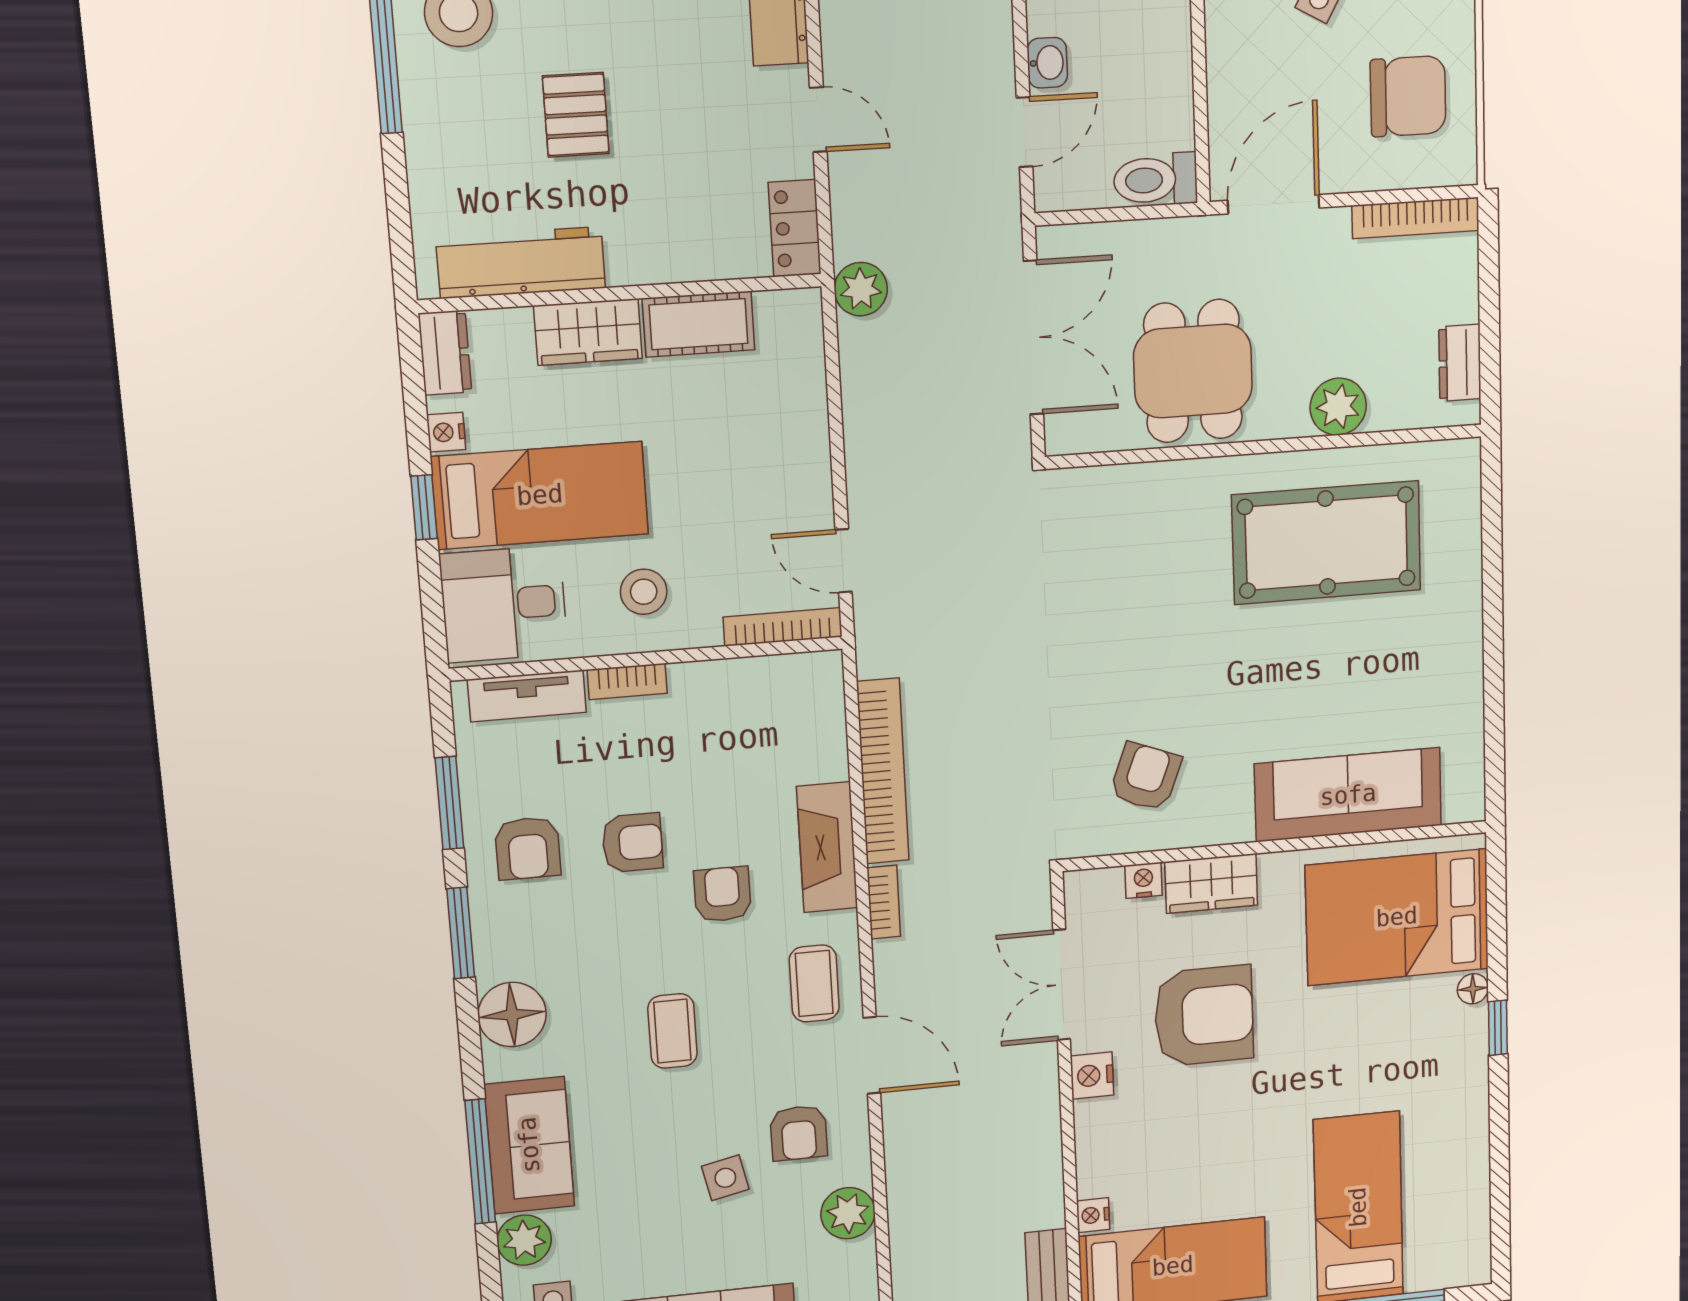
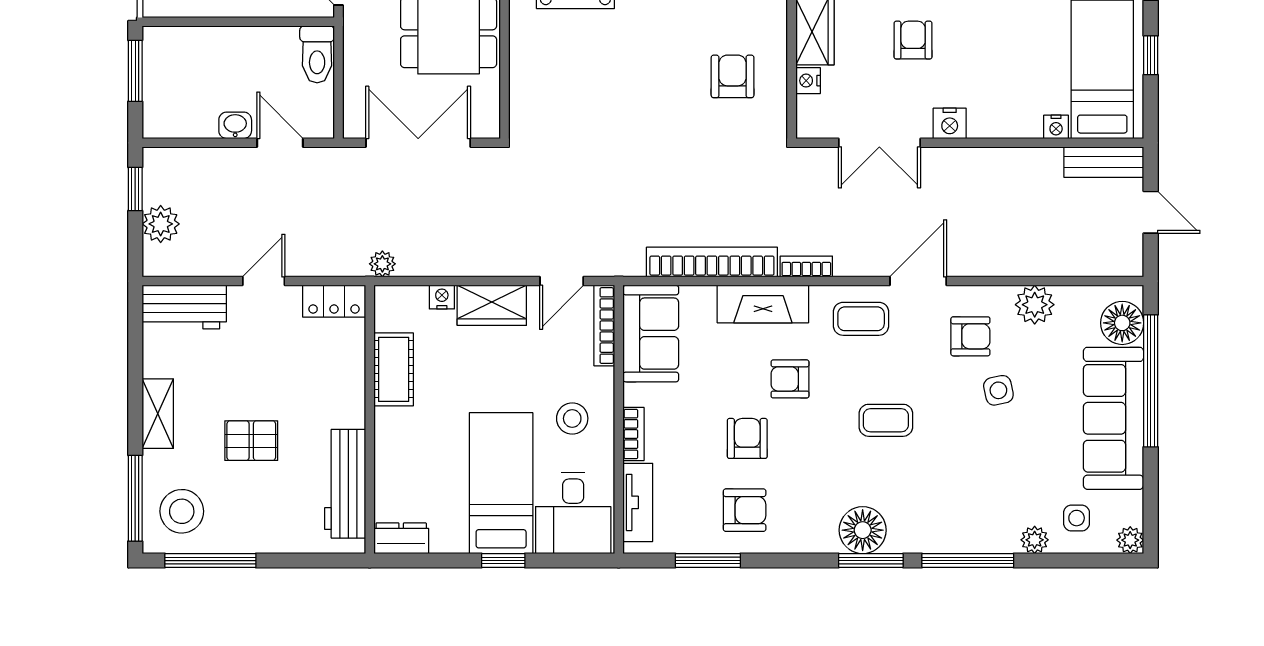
plant: (861, 289) -> (382, 264), width x0.73, depth x0.73
wardrobe: (588, 332) -> (492, 305), moved, turned 90
nightstand: (446, 432) -> (442, 297), moved, turned 180
armchair: (1145, 777) -> (733, 76), turned 69
window: (461, 933) -> (871, 561), moved
armchair: (1204, 1016) -> (913, 40), width x0.53, depth x0.53
sofa: (529, 1145) -> (651, 334), moved, turned 90
plant: (524, 1240) -> (1035, 540), width x0.73, depth x0.73

